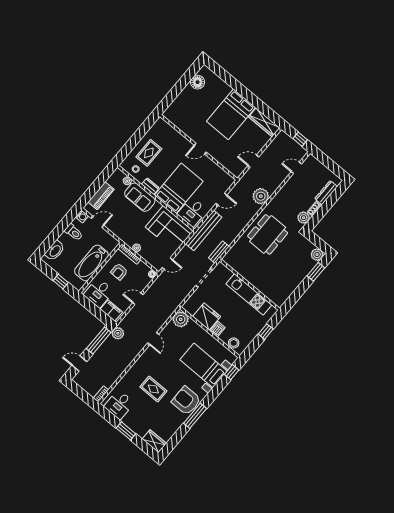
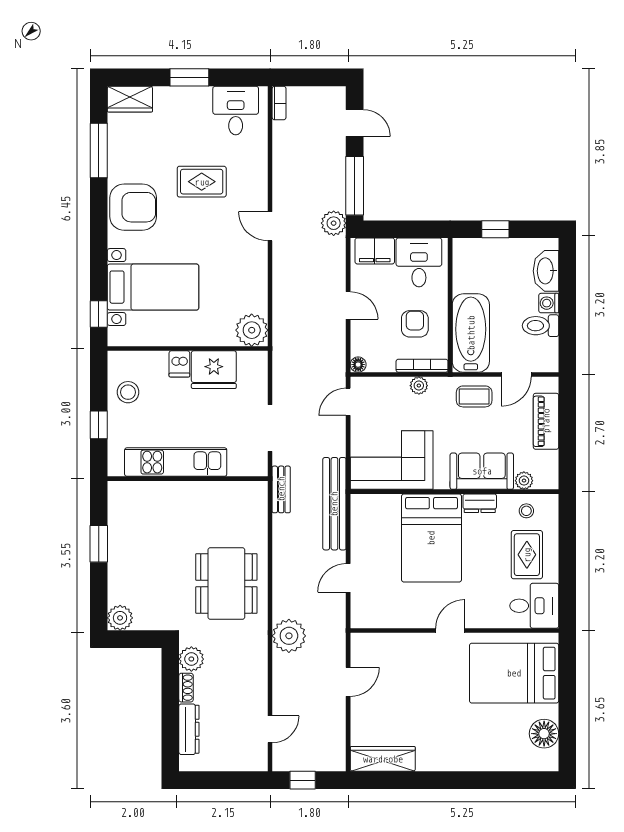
bed: (231, 114) -> (514, 673), moved, turned -90
desk: (192, 212) -> (534, 606), moved, turned 90
washing machine: (82, 216) -> (549, 303), moved
coffee table: (120, 227) -> (474, 396), added
bathtub: (91, 263) -> (471, 333), moved
window: (316, 272) -> (99, 544), moved
door: (138, 299) -> (348, 305), hinge flipped
door: (153, 339) -> (270, 226), moved
stool: (234, 343) -> (128, 392), moved
door: (79, 364) -> (355, 123), hinge flipped
window: (195, 416) -> (99, 150), moved

